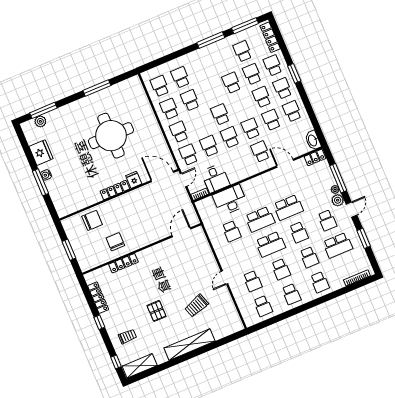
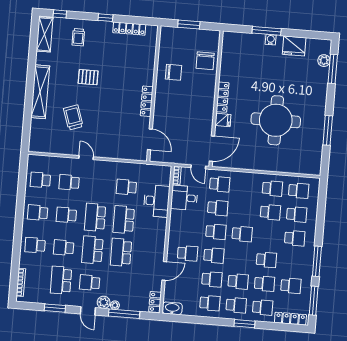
school desk: (179, 132) -> (295, 238), moved
school desk: (299, 232) -> (92, 250), width x1.85
locker: (123, 263) -> (147, 101), moved

